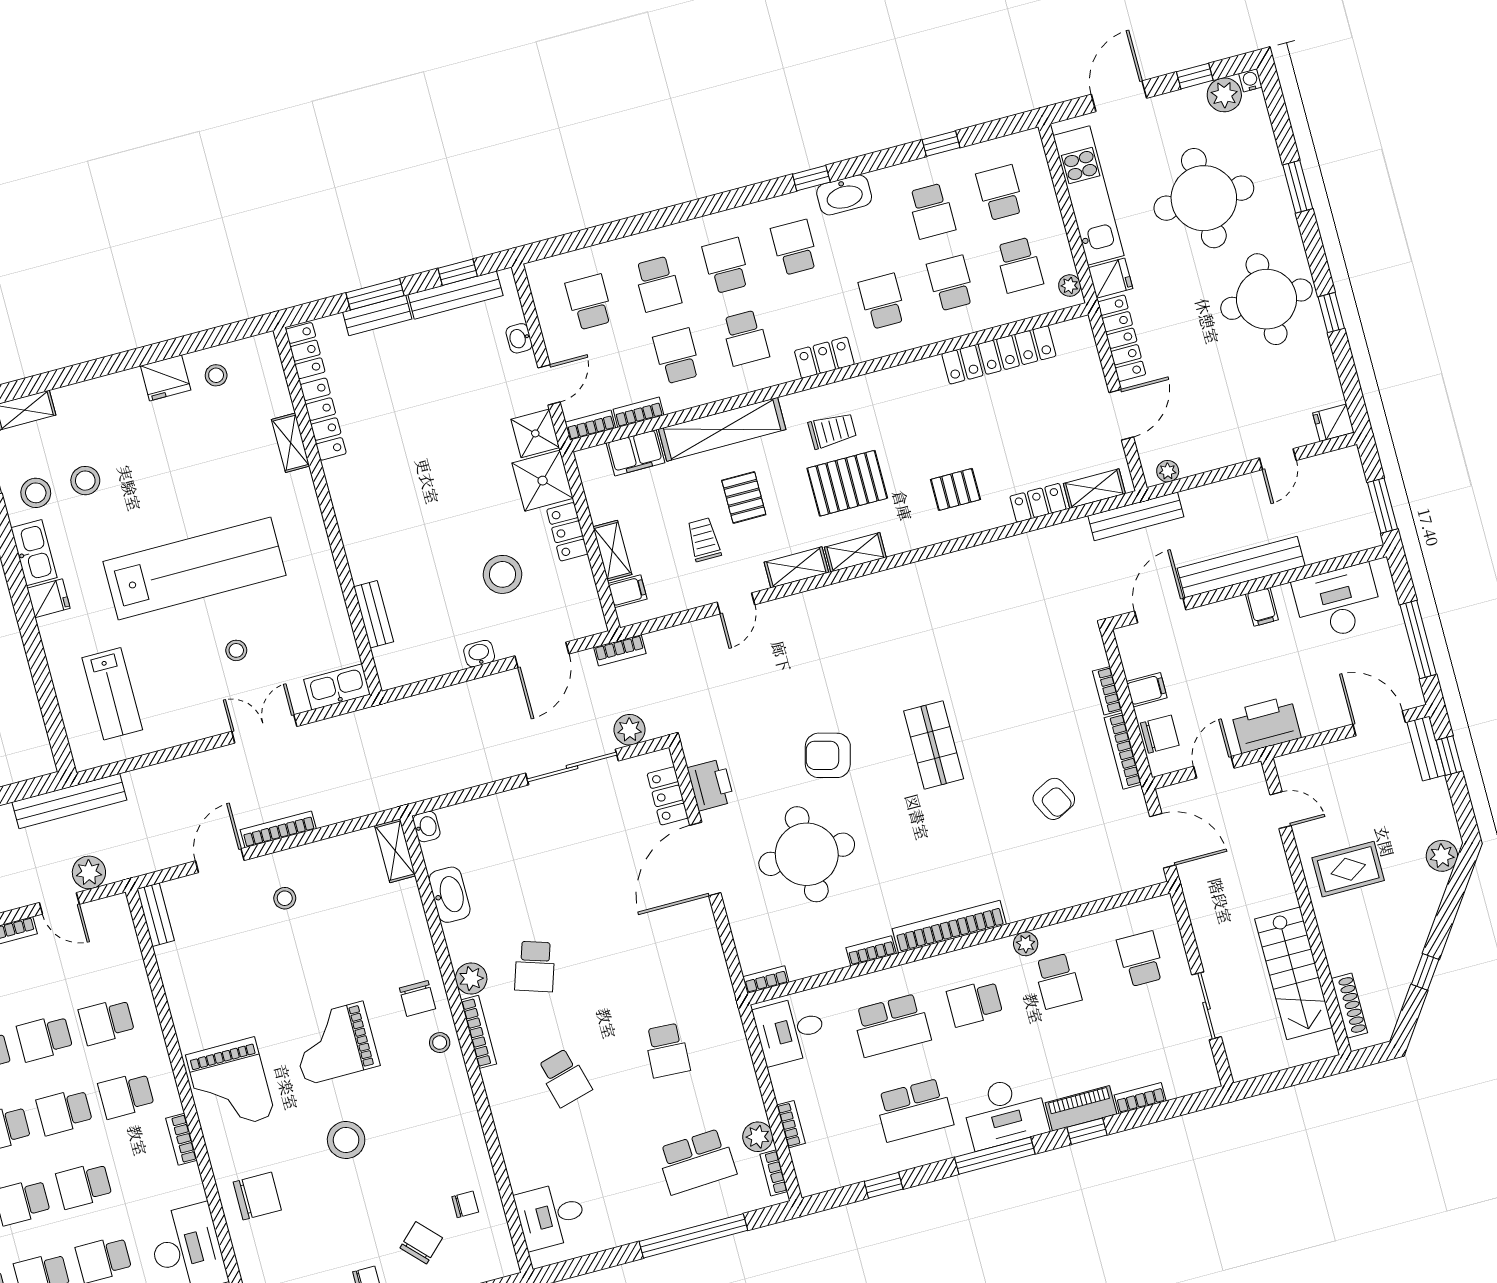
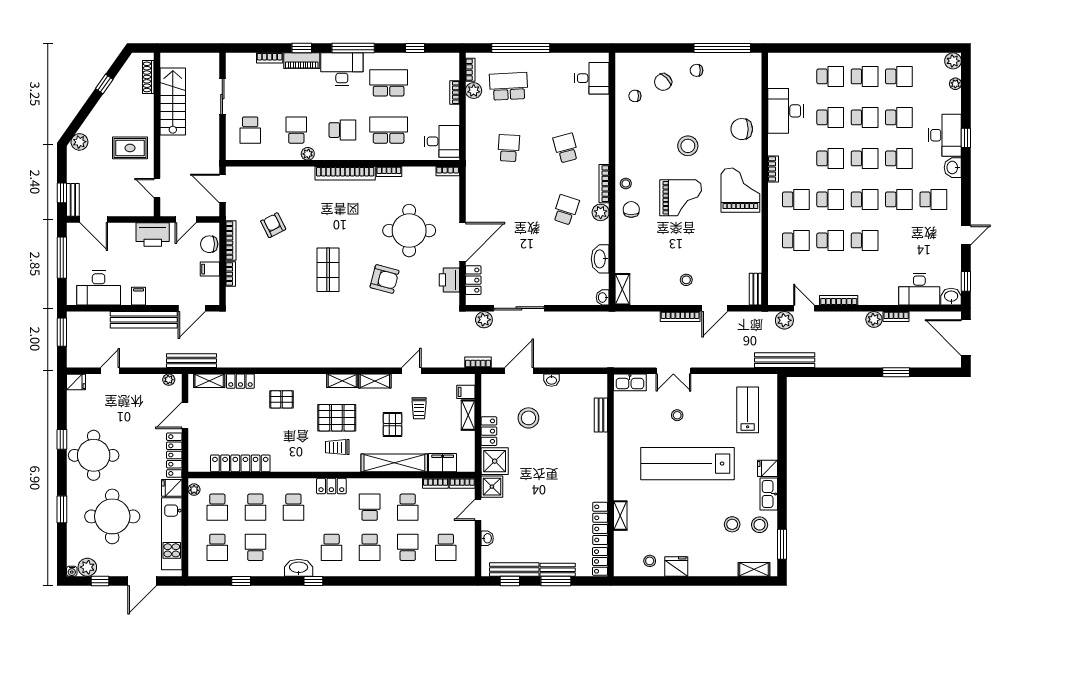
school desk: (1019, 265) -> (217, 507), turned 180

